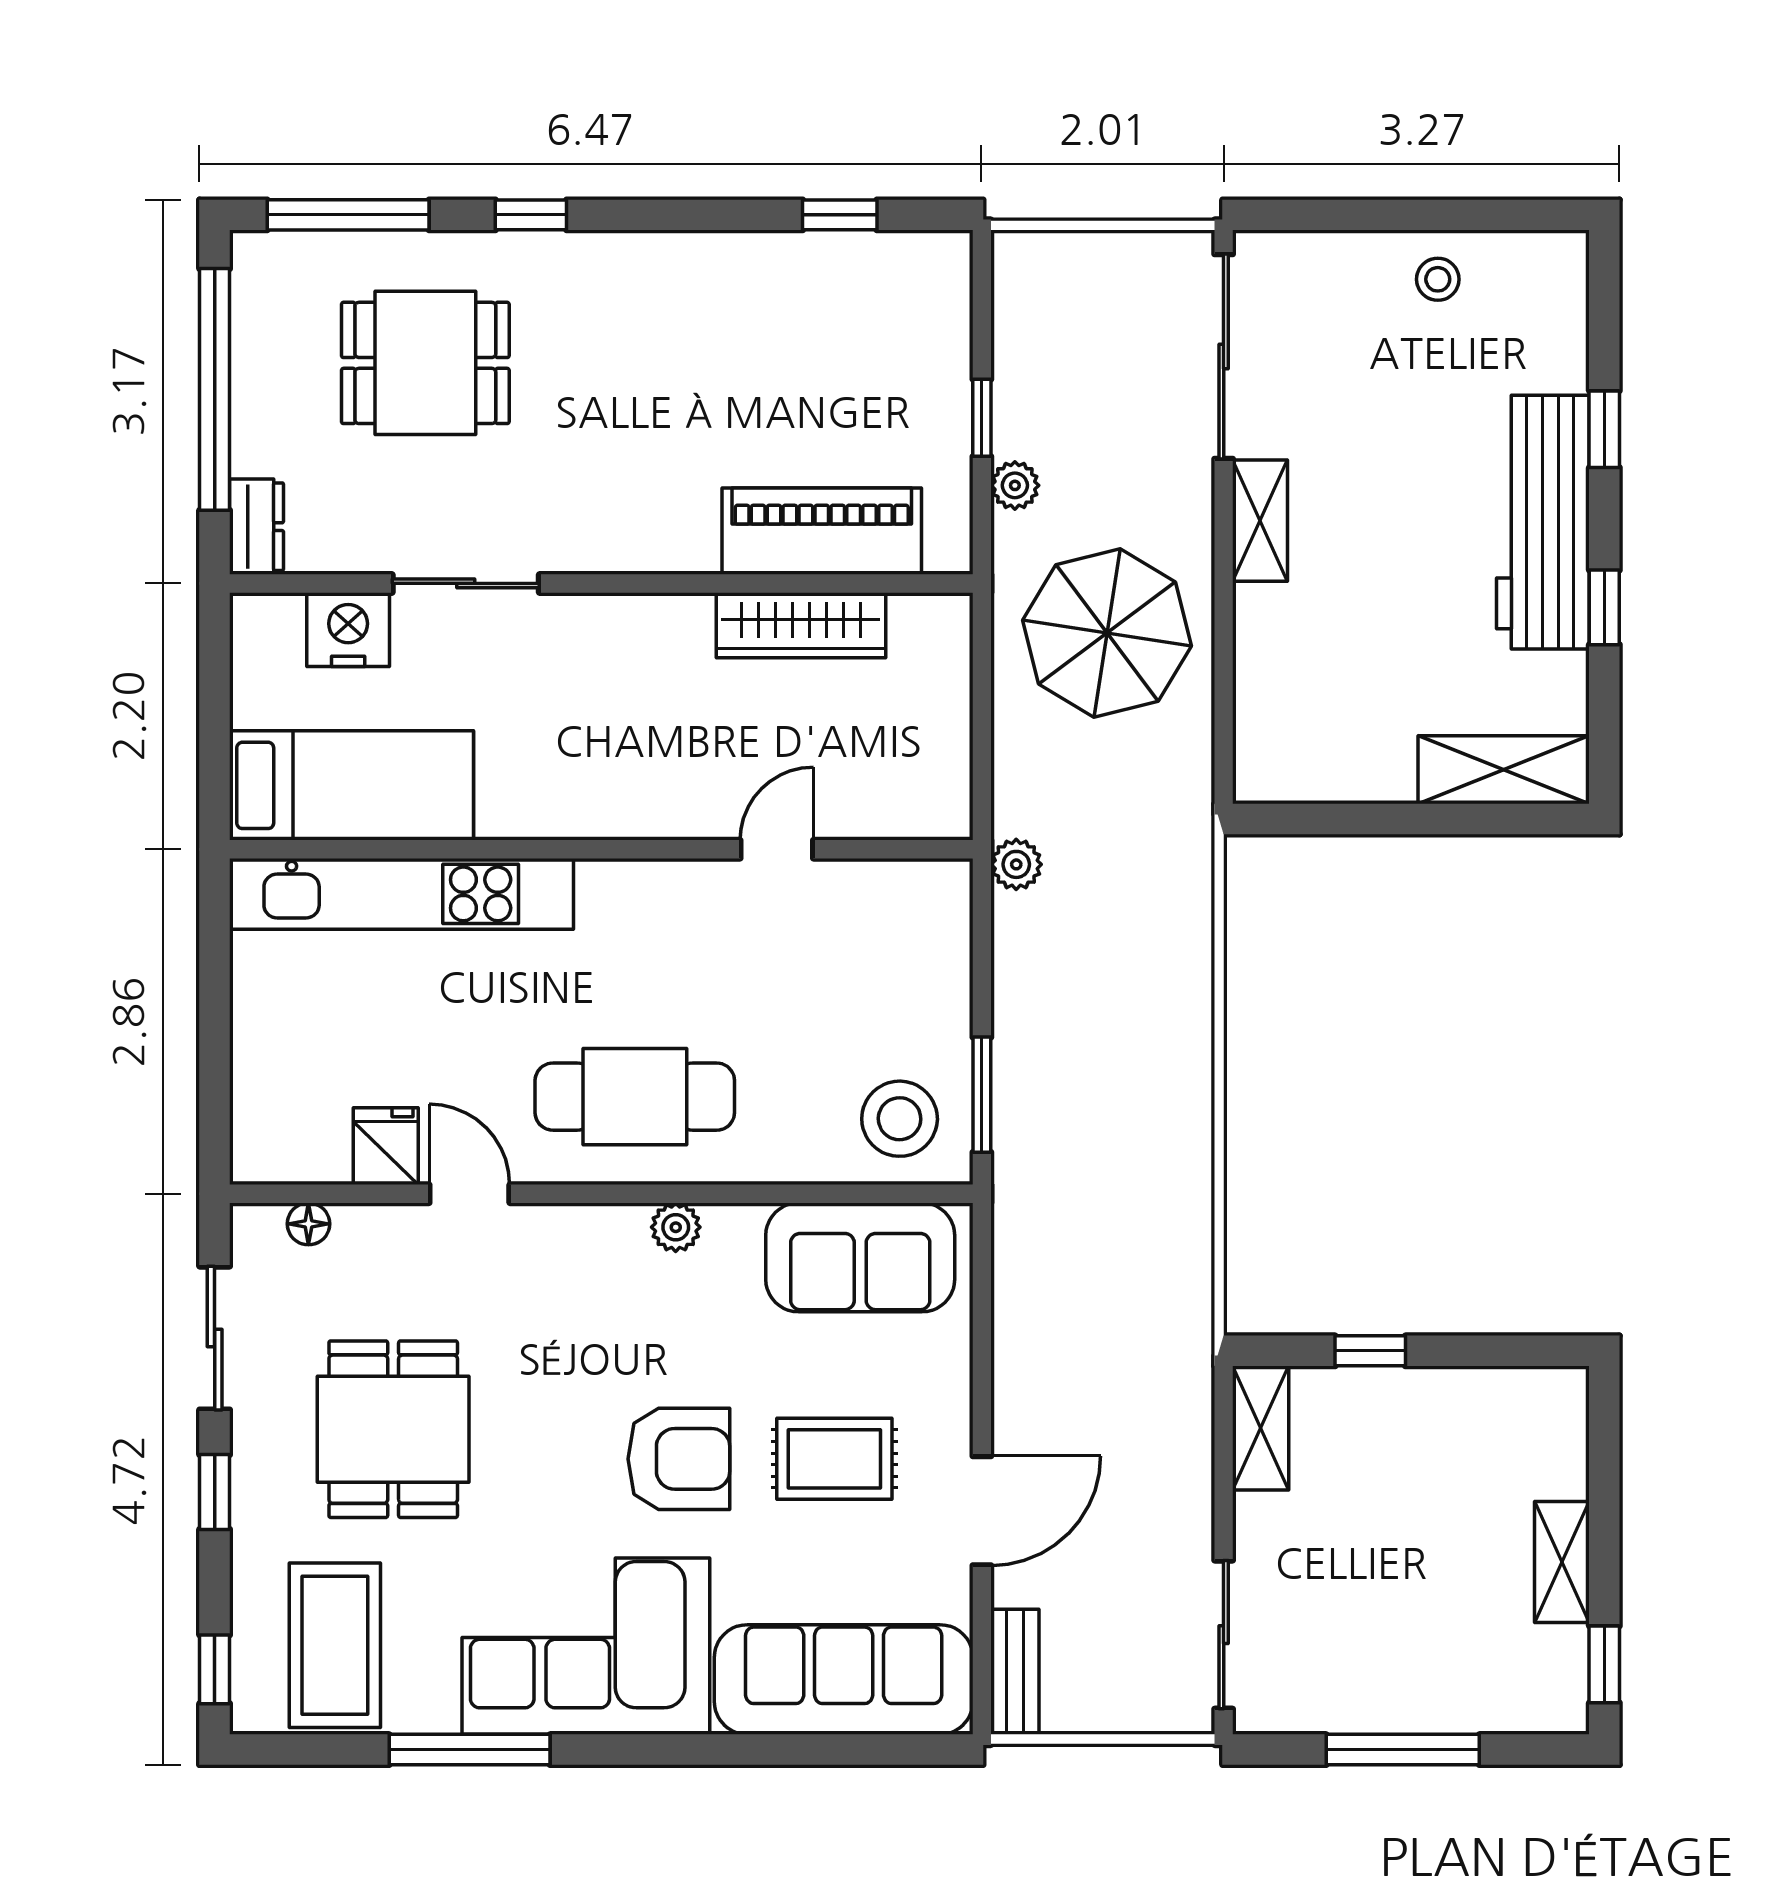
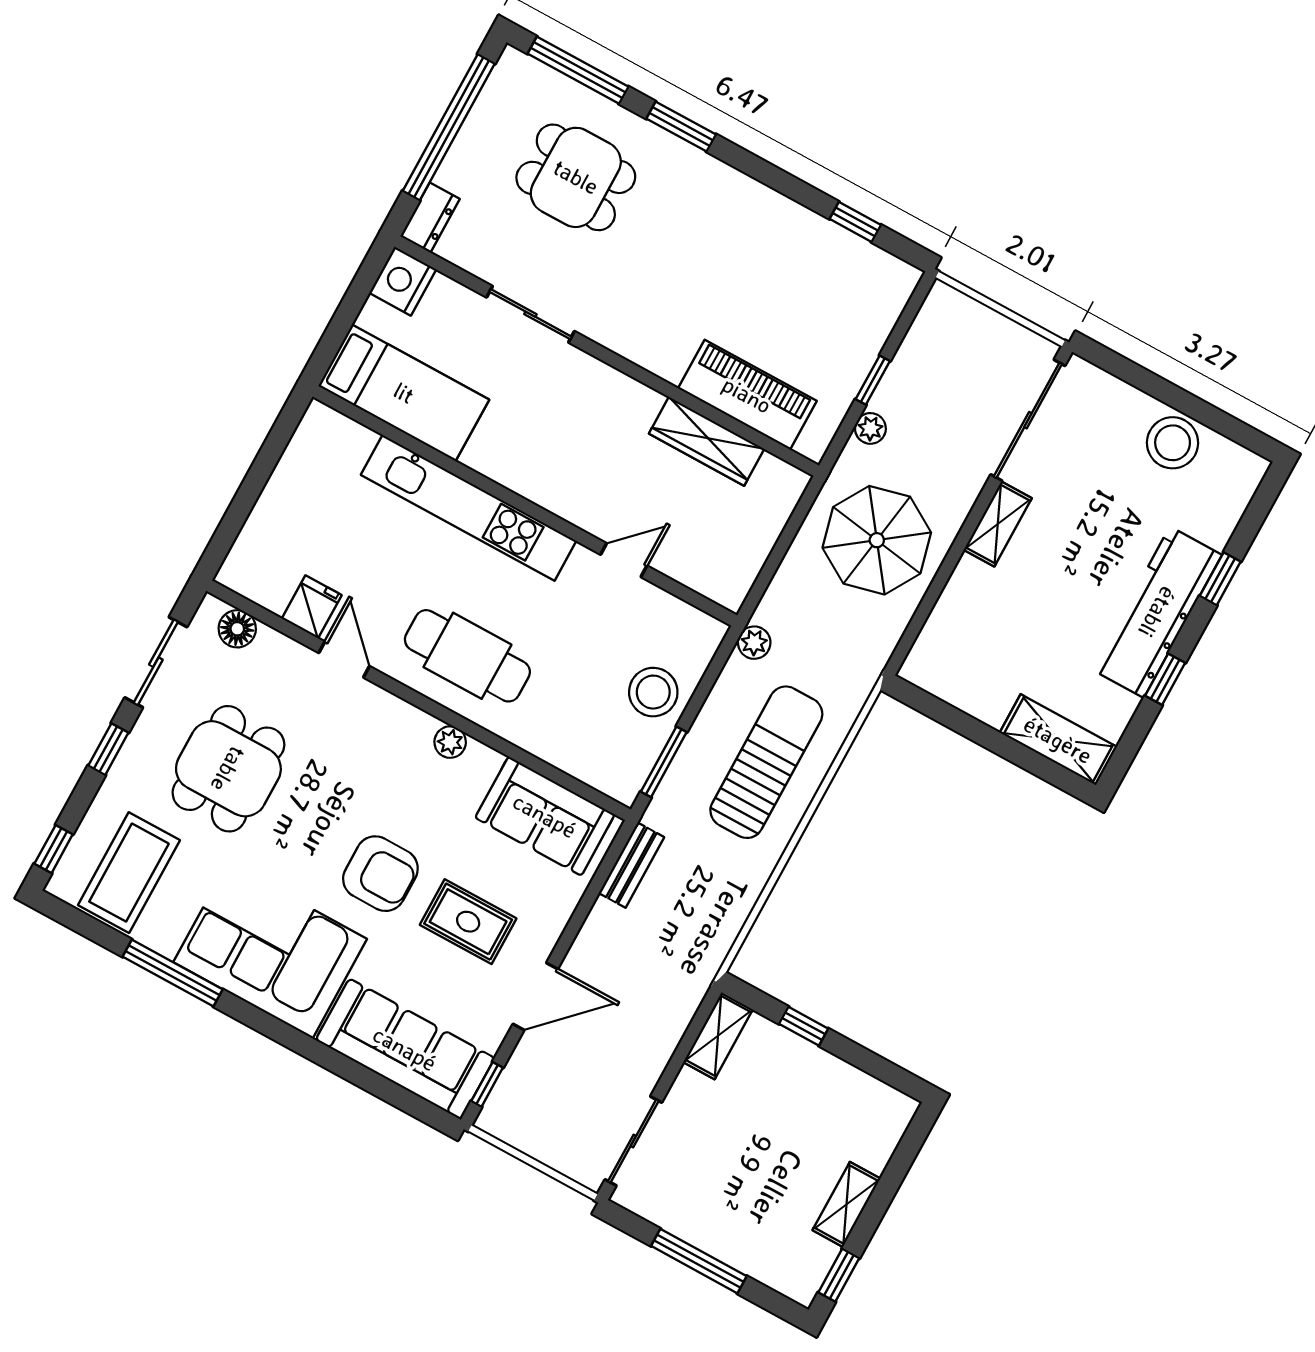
window: (531, 215) -> (681, 126), width x1.50
stool: (1438, 279) -> (1173, 443), width x1.89, depth x1.89
nightstand: (348, 630) -> (403, 281), moved, turned -90
kitchen unit: (402, 894) -> (469, 508), moved
sun lounger: (1122, 1018) -> (766, 762), added
stool: (900, 1119) -> (653, 692), moved
floor lamp: (308, 1224) -> (237, 629), width x1.37, depth x1.37
window: (982, 1666) -> (487, 1084), added
bench: (1015, 1672) -> (631, 865), moved

